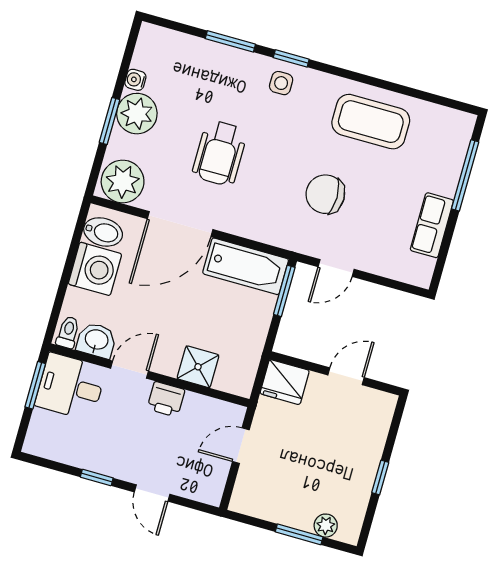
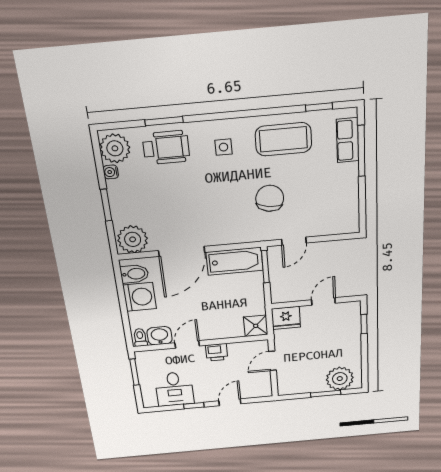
window: (291, 58) -> (319, 107), moved
side table: (281, 83) -> (224, 147), moved
plant: (137, 114) -> (115, 148), moved
wheelchair: (220, 153) -> (166, 148), moved, turned -90
chair: (325, 194) -> (270, 198), turned 99
row of seats: (432, 225) -> (348, 140), moved
shower: (198, 367) -> (256, 326), moved
desk: (71, 387) -> (174, 389), moved, turned -90
window: (380, 477) -> (364, 324), moved
door: (152, 493) -> (230, 402), swing flipped
plant: (326, 526) -> (340, 379), width x1.87, depth x1.87

